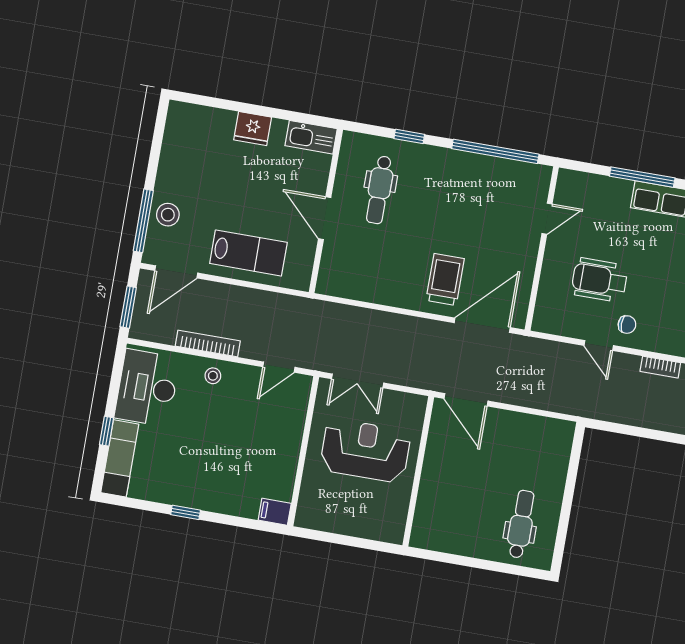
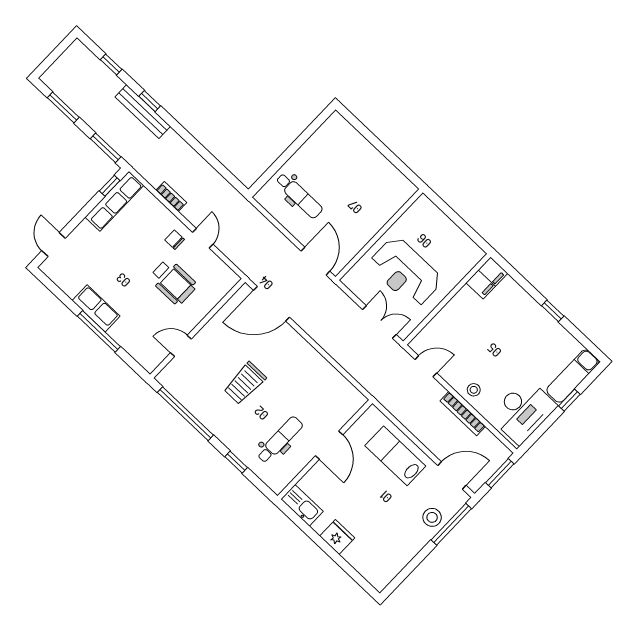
trolley: (445, 279) -> (245, 383), moved
filing cabinet: (275, 512) -> (487, 278), width x2.00
dental chair: (521, 524) -> (299, 196), moved, turned -90

